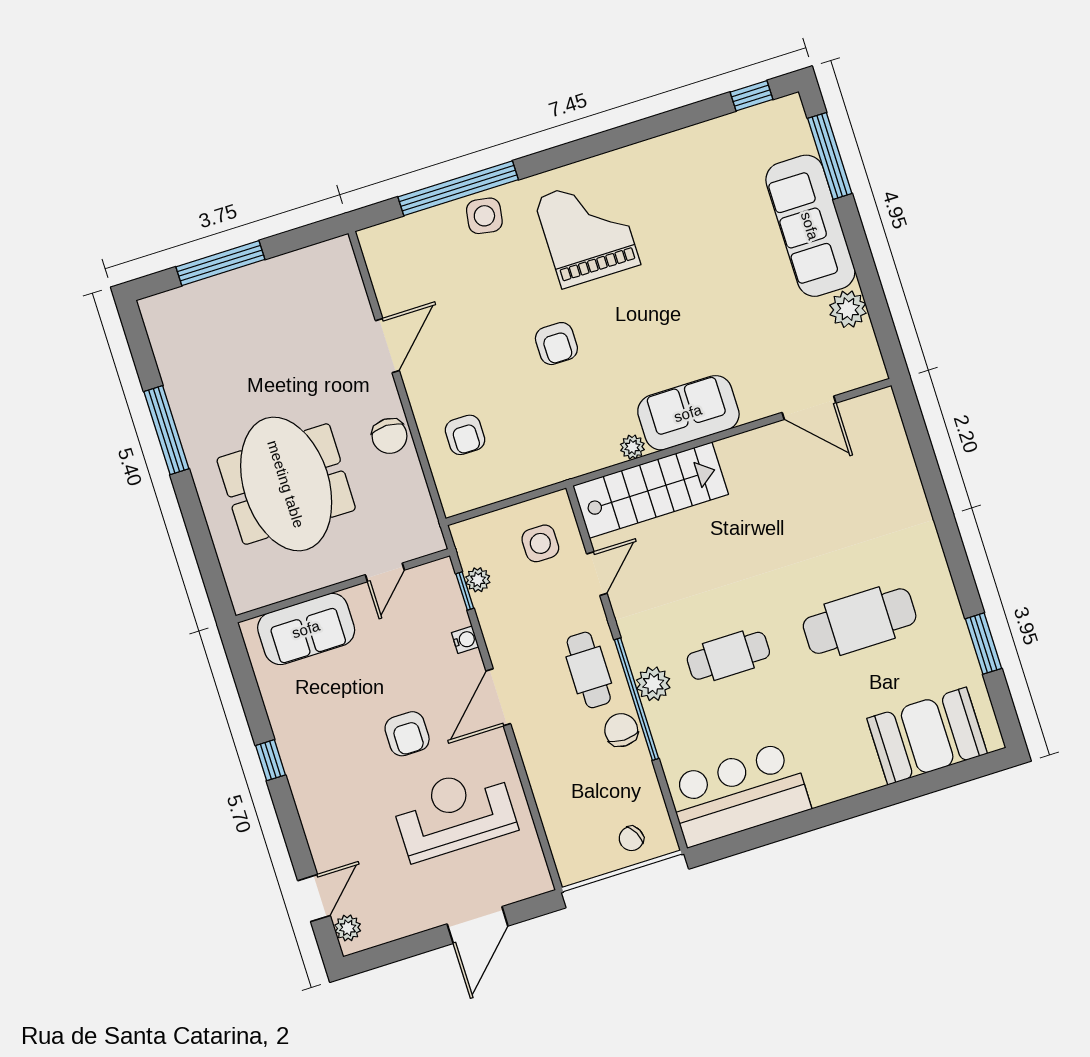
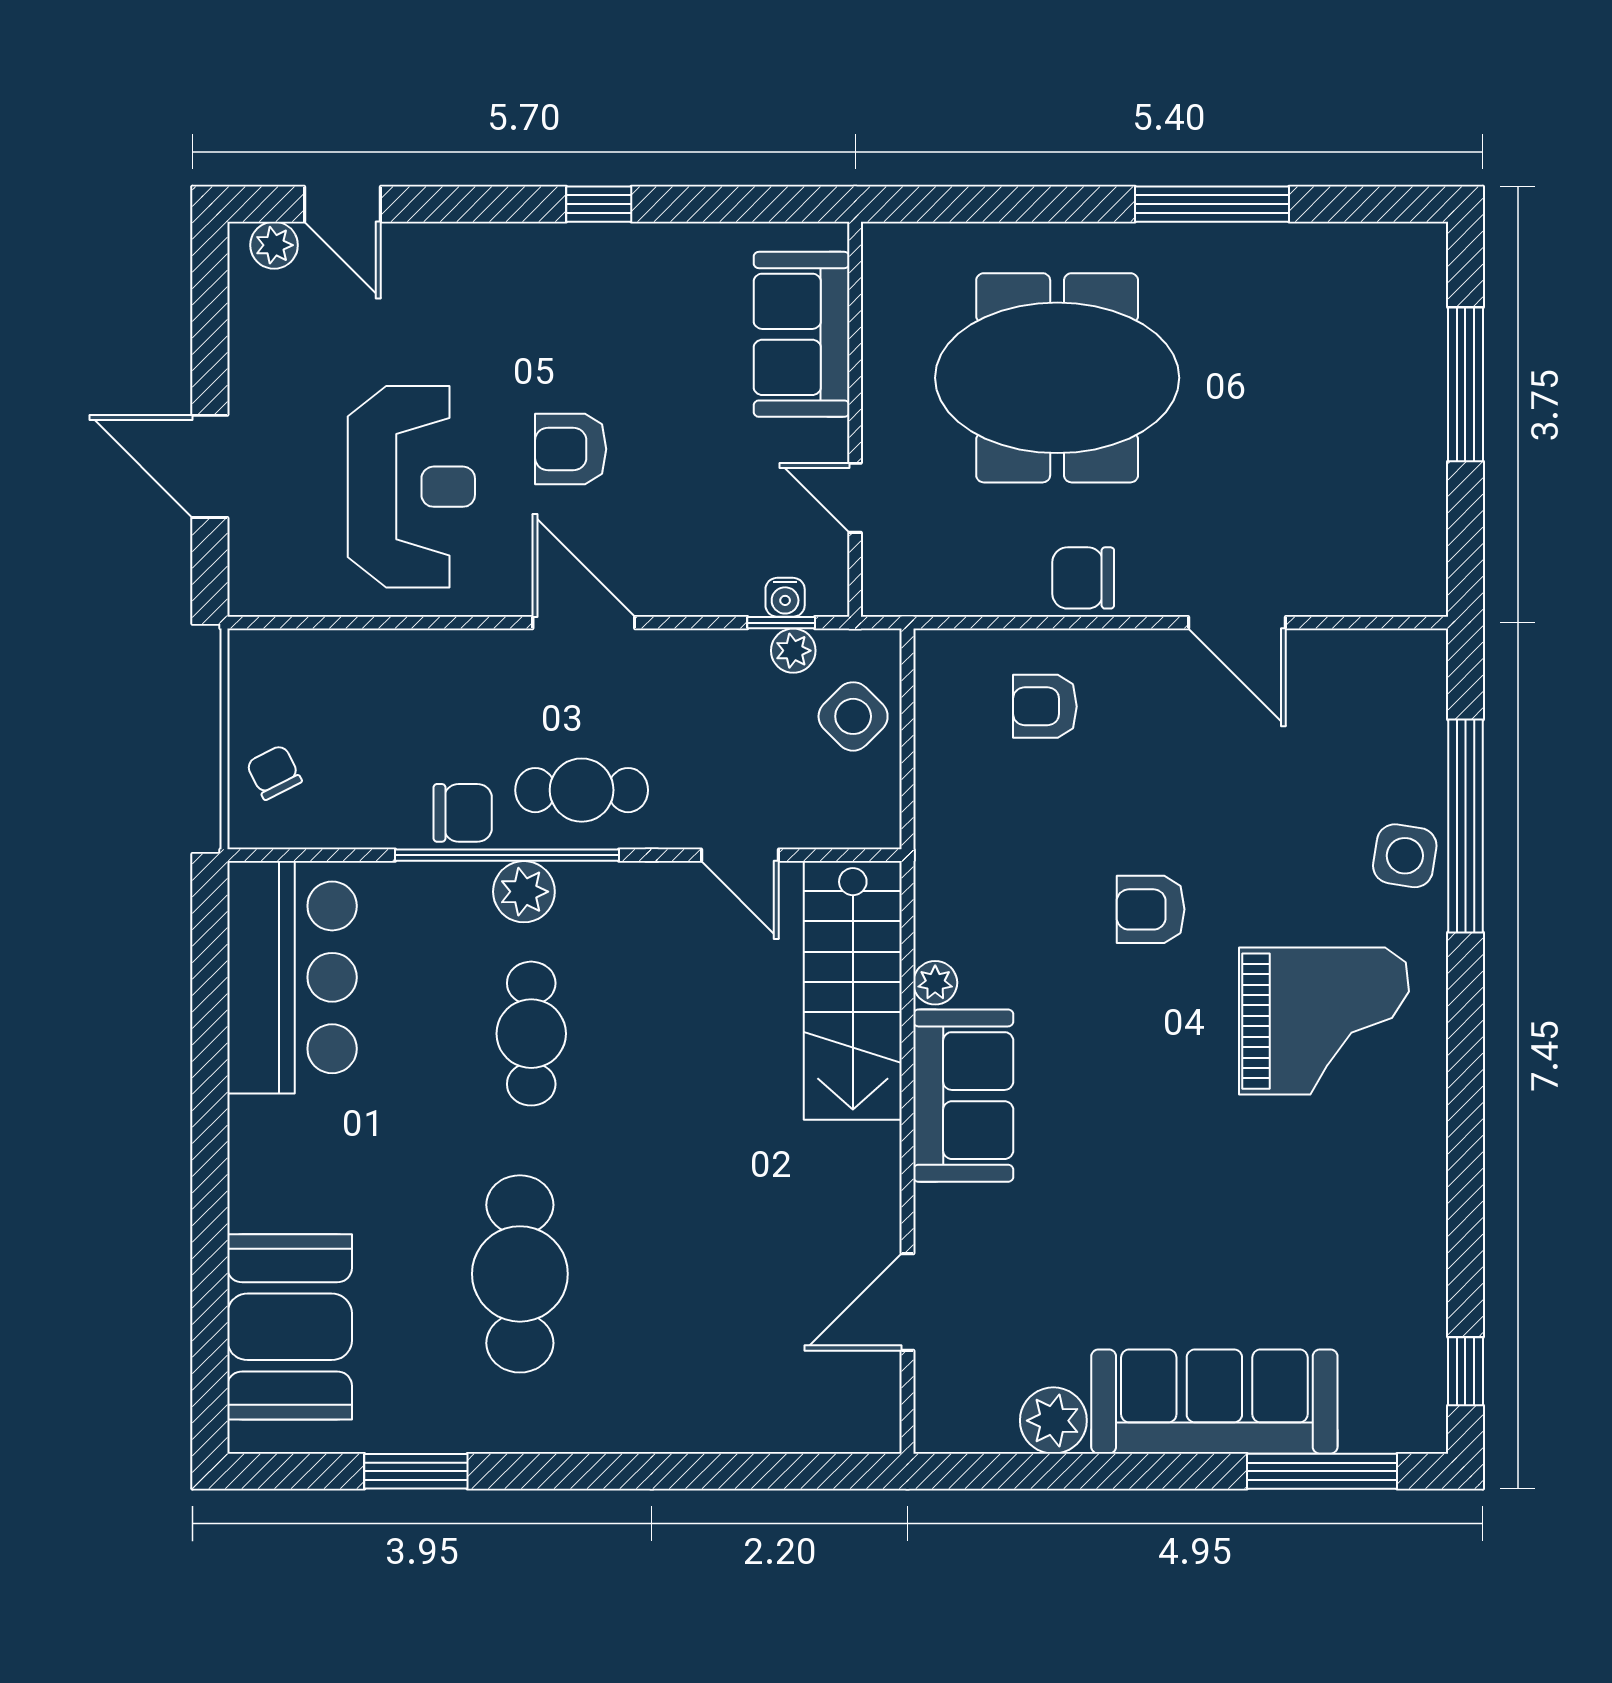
side table: (540, 543) -> (853, 716), moved, turned 45
water cooler: (465, 640) -> (785, 597), moved

